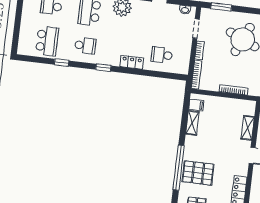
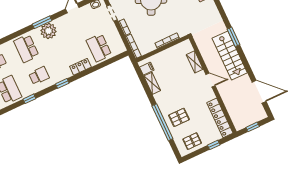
school desk: (162, 55) -> (99, 48), width x1.85
pallet: (198, 173) -> (179, 117), width x0.67, depth x0.71

